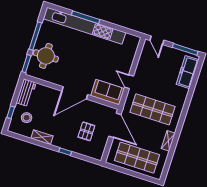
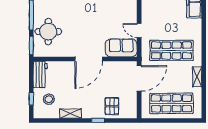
door: (115, 125) -> (139, 78), hinge flipped
pallet: (86, 131) -> (112, 106), moved

